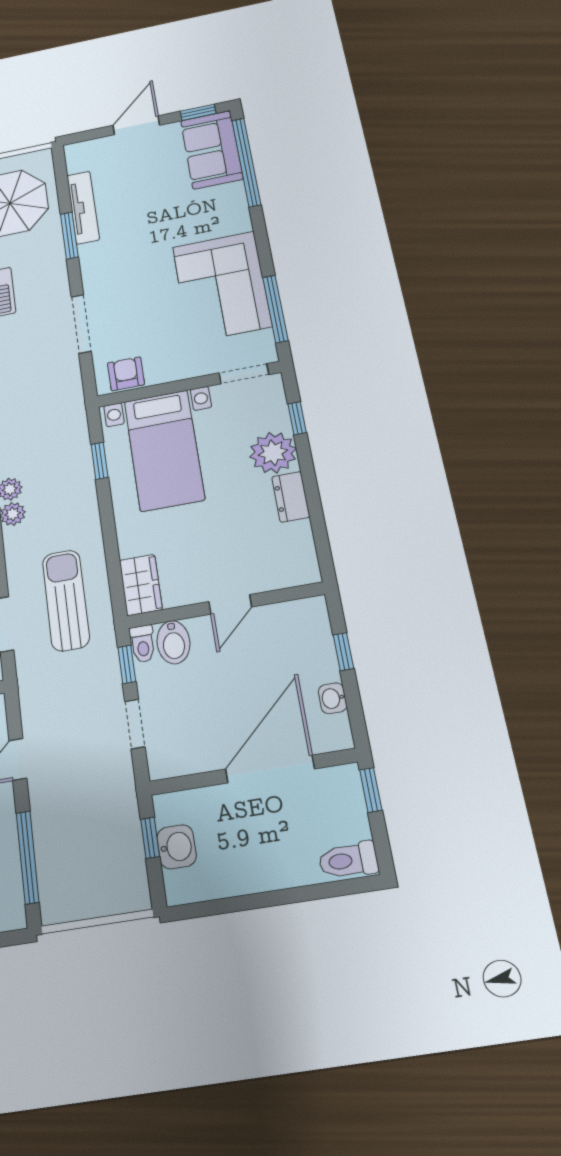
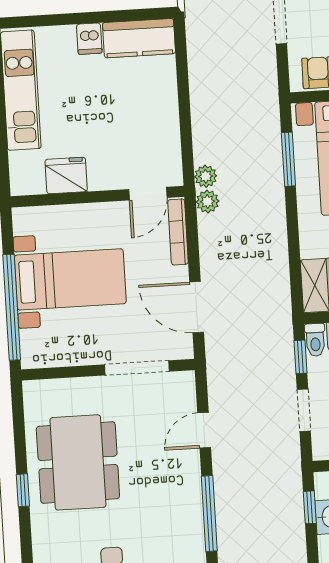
window: (100, 461) -> (288, 159), width x1.50
sun lounger: (66, 600) -> (251, 291), removed

